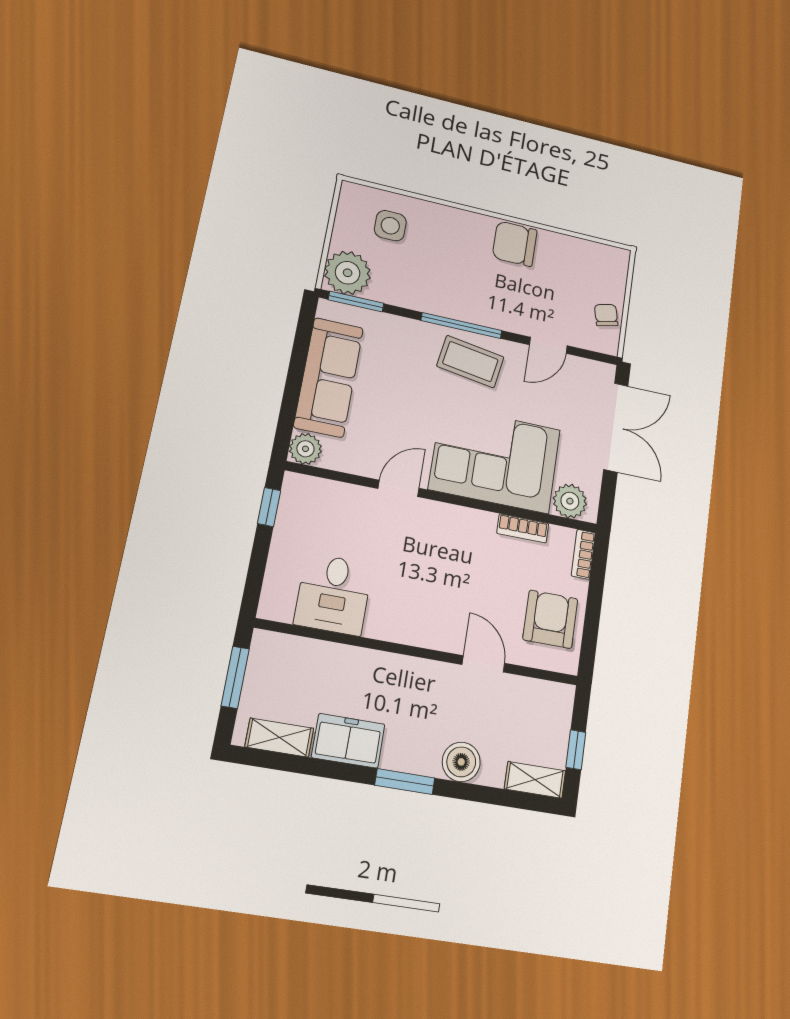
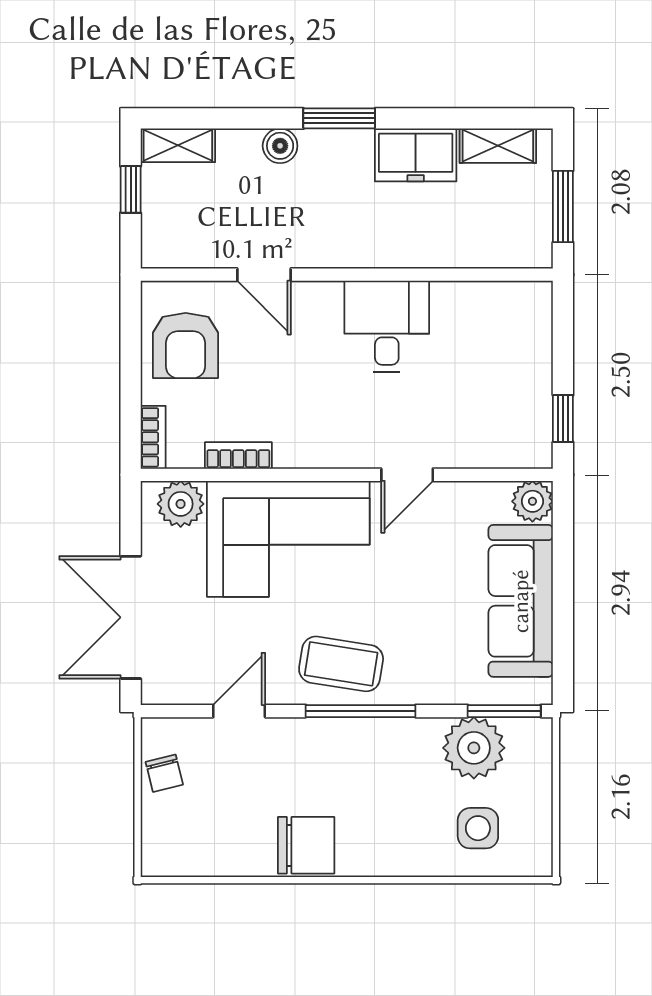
plant: (348, 273) -> (474, 748), moved
desk: (333, 594) -> (387, 326), moved
boiler: (461, 762) -> (280, 146), width x0.73, depth x0.73

